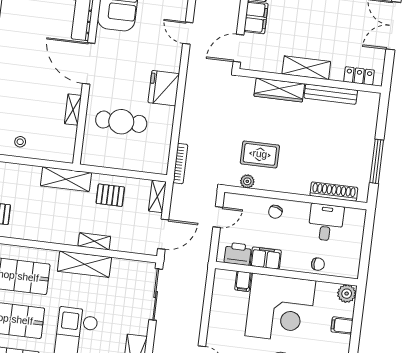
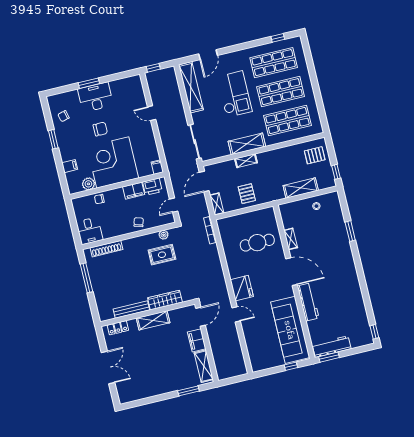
fridge: (164, 88) -> (242, 288), moved
shelving: (66, 179) -> (301, 188), moved
pallet: (110, 195) -> (247, 194), turned 90
desk: (326, 222) -> (90, 231), moved
filing cabinet: (243, 281) -> (157, 167), moved
plant: (347, 294) -> (88, 184), moved

